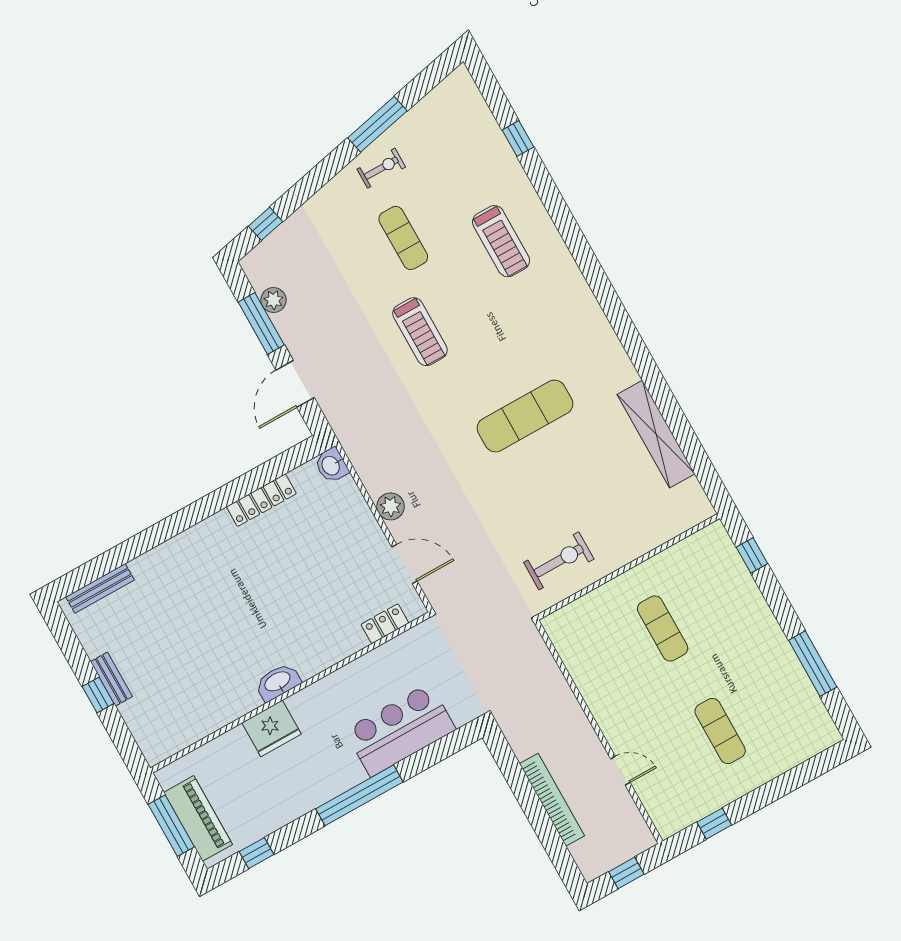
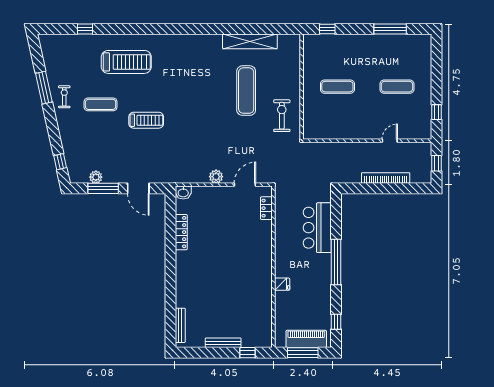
treadmill: (501, 241) -> (126, 62), width x1.37, depth x1.38
exercise mat: (525, 416) -> (246, 91), moved
bench: (111, 679) -> (223, 343), width x1.36
washbasin: (278, 682) -> (266, 270), removed
window: (98, 695) -> (248, 353), moved
fridge: (272, 728) -> (282, 284), width x0.53, depth x0.75

